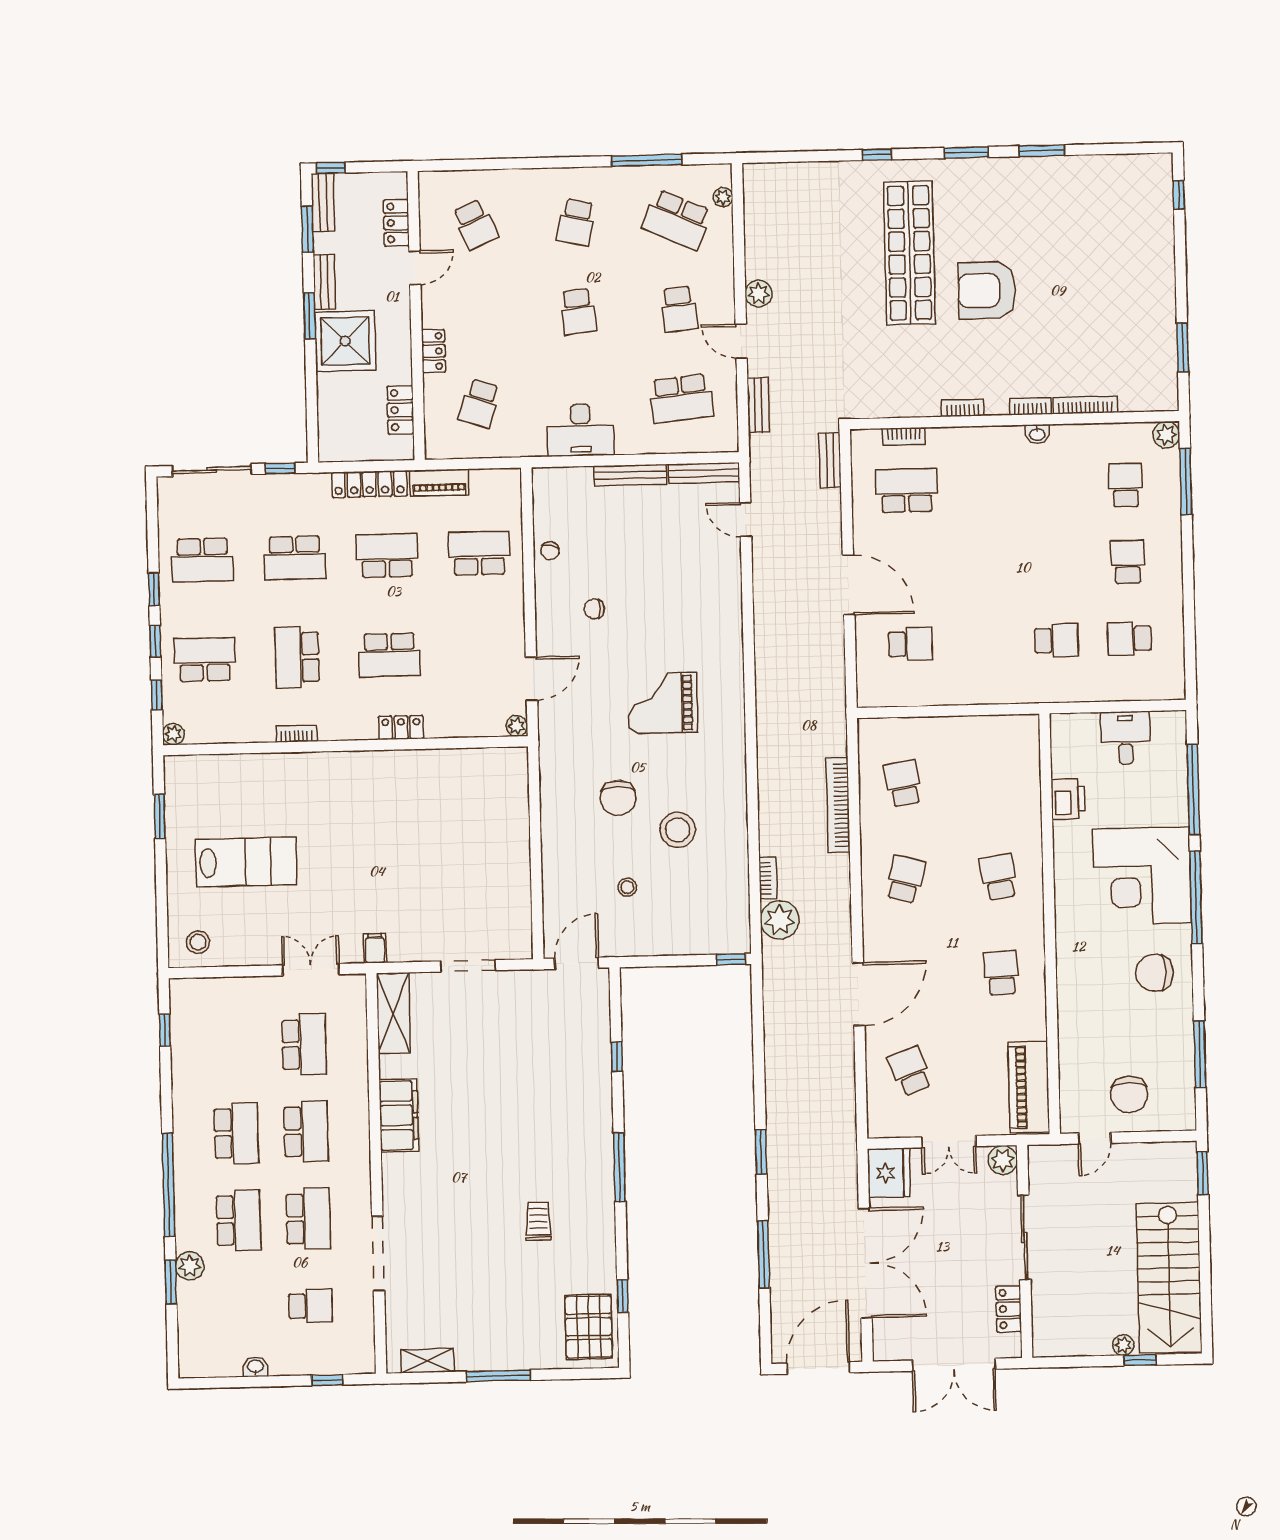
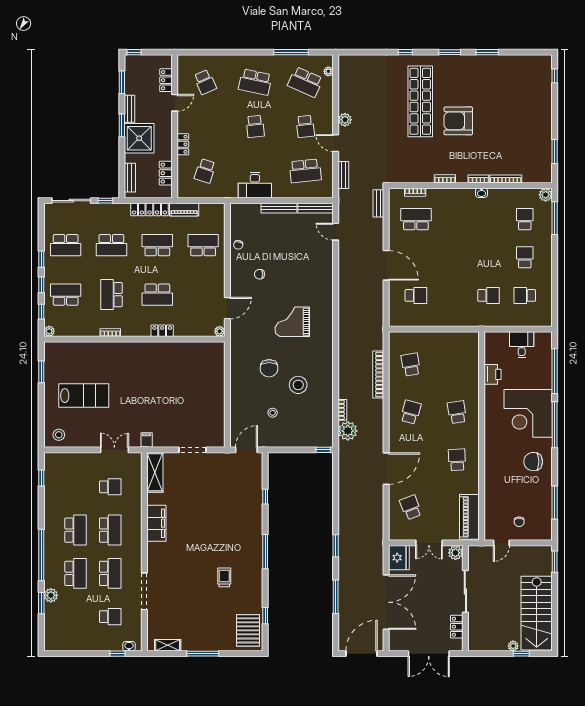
bench: (323, 202) -> (130, 178), moved
school desk: (576, 222) -> (255, 82), width x1.85
school desk: (304, 1044) -> (110, 487), width x0.54
chair: (1129, 1094) -> (519, 522), width x0.54, depth x0.54
washbasin: (255, 1367) -> (129, 646), moved

